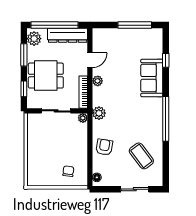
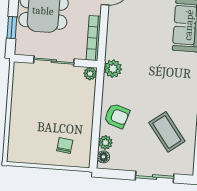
plant: (98, 81) -> (105, 142), moved
armchair: (104, 147) -> (117, 116), turned 99

